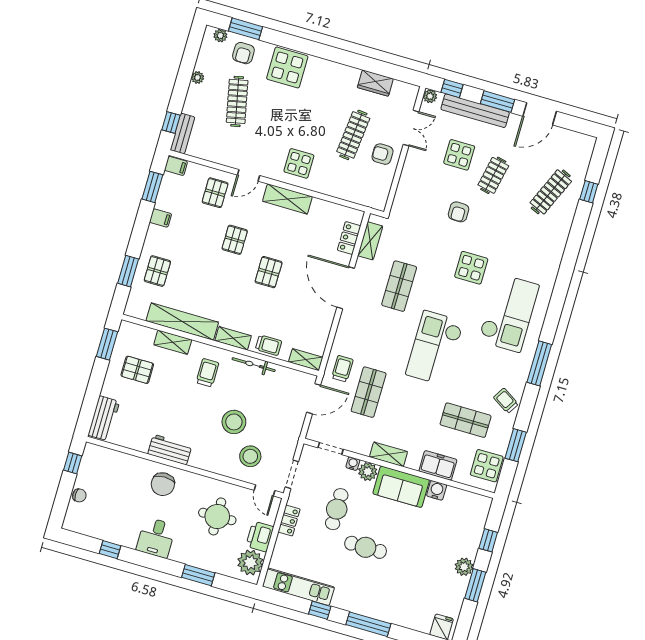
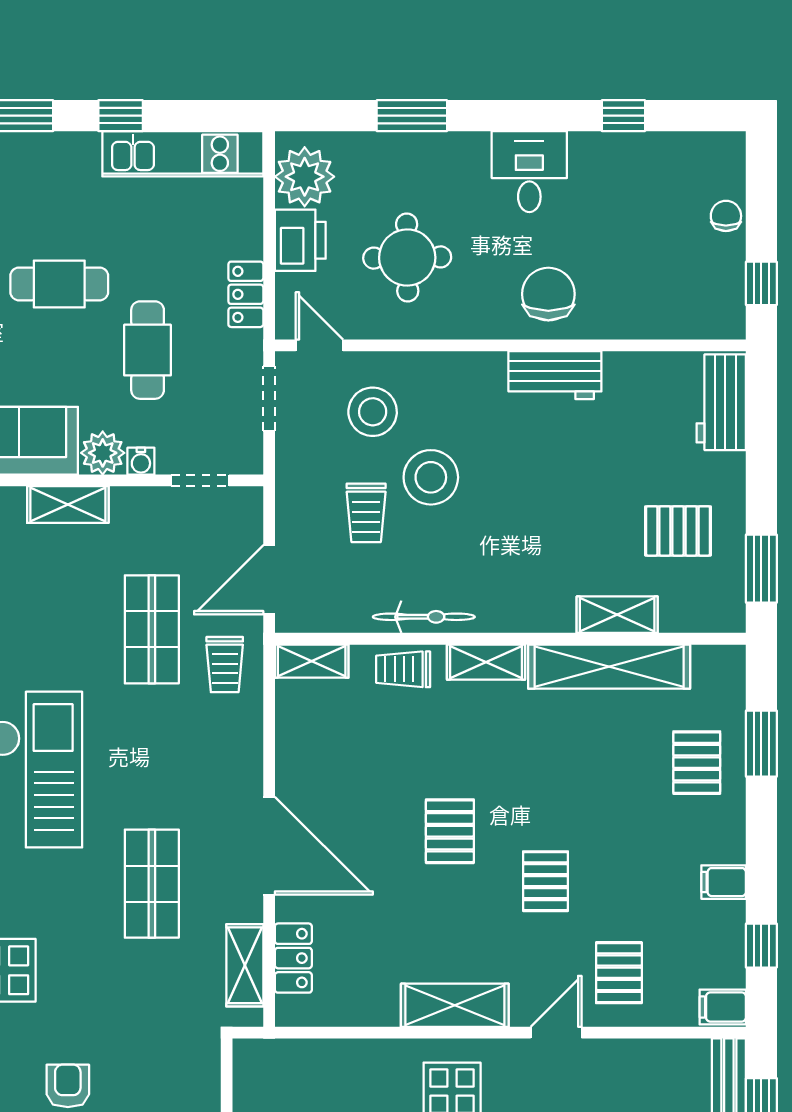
window: (152, 187) -> (761, 946), width x0.67
trolley: (207, 373) -> (366, 513), moved
chair: (79, 495) -> (726, 216), turned 90

